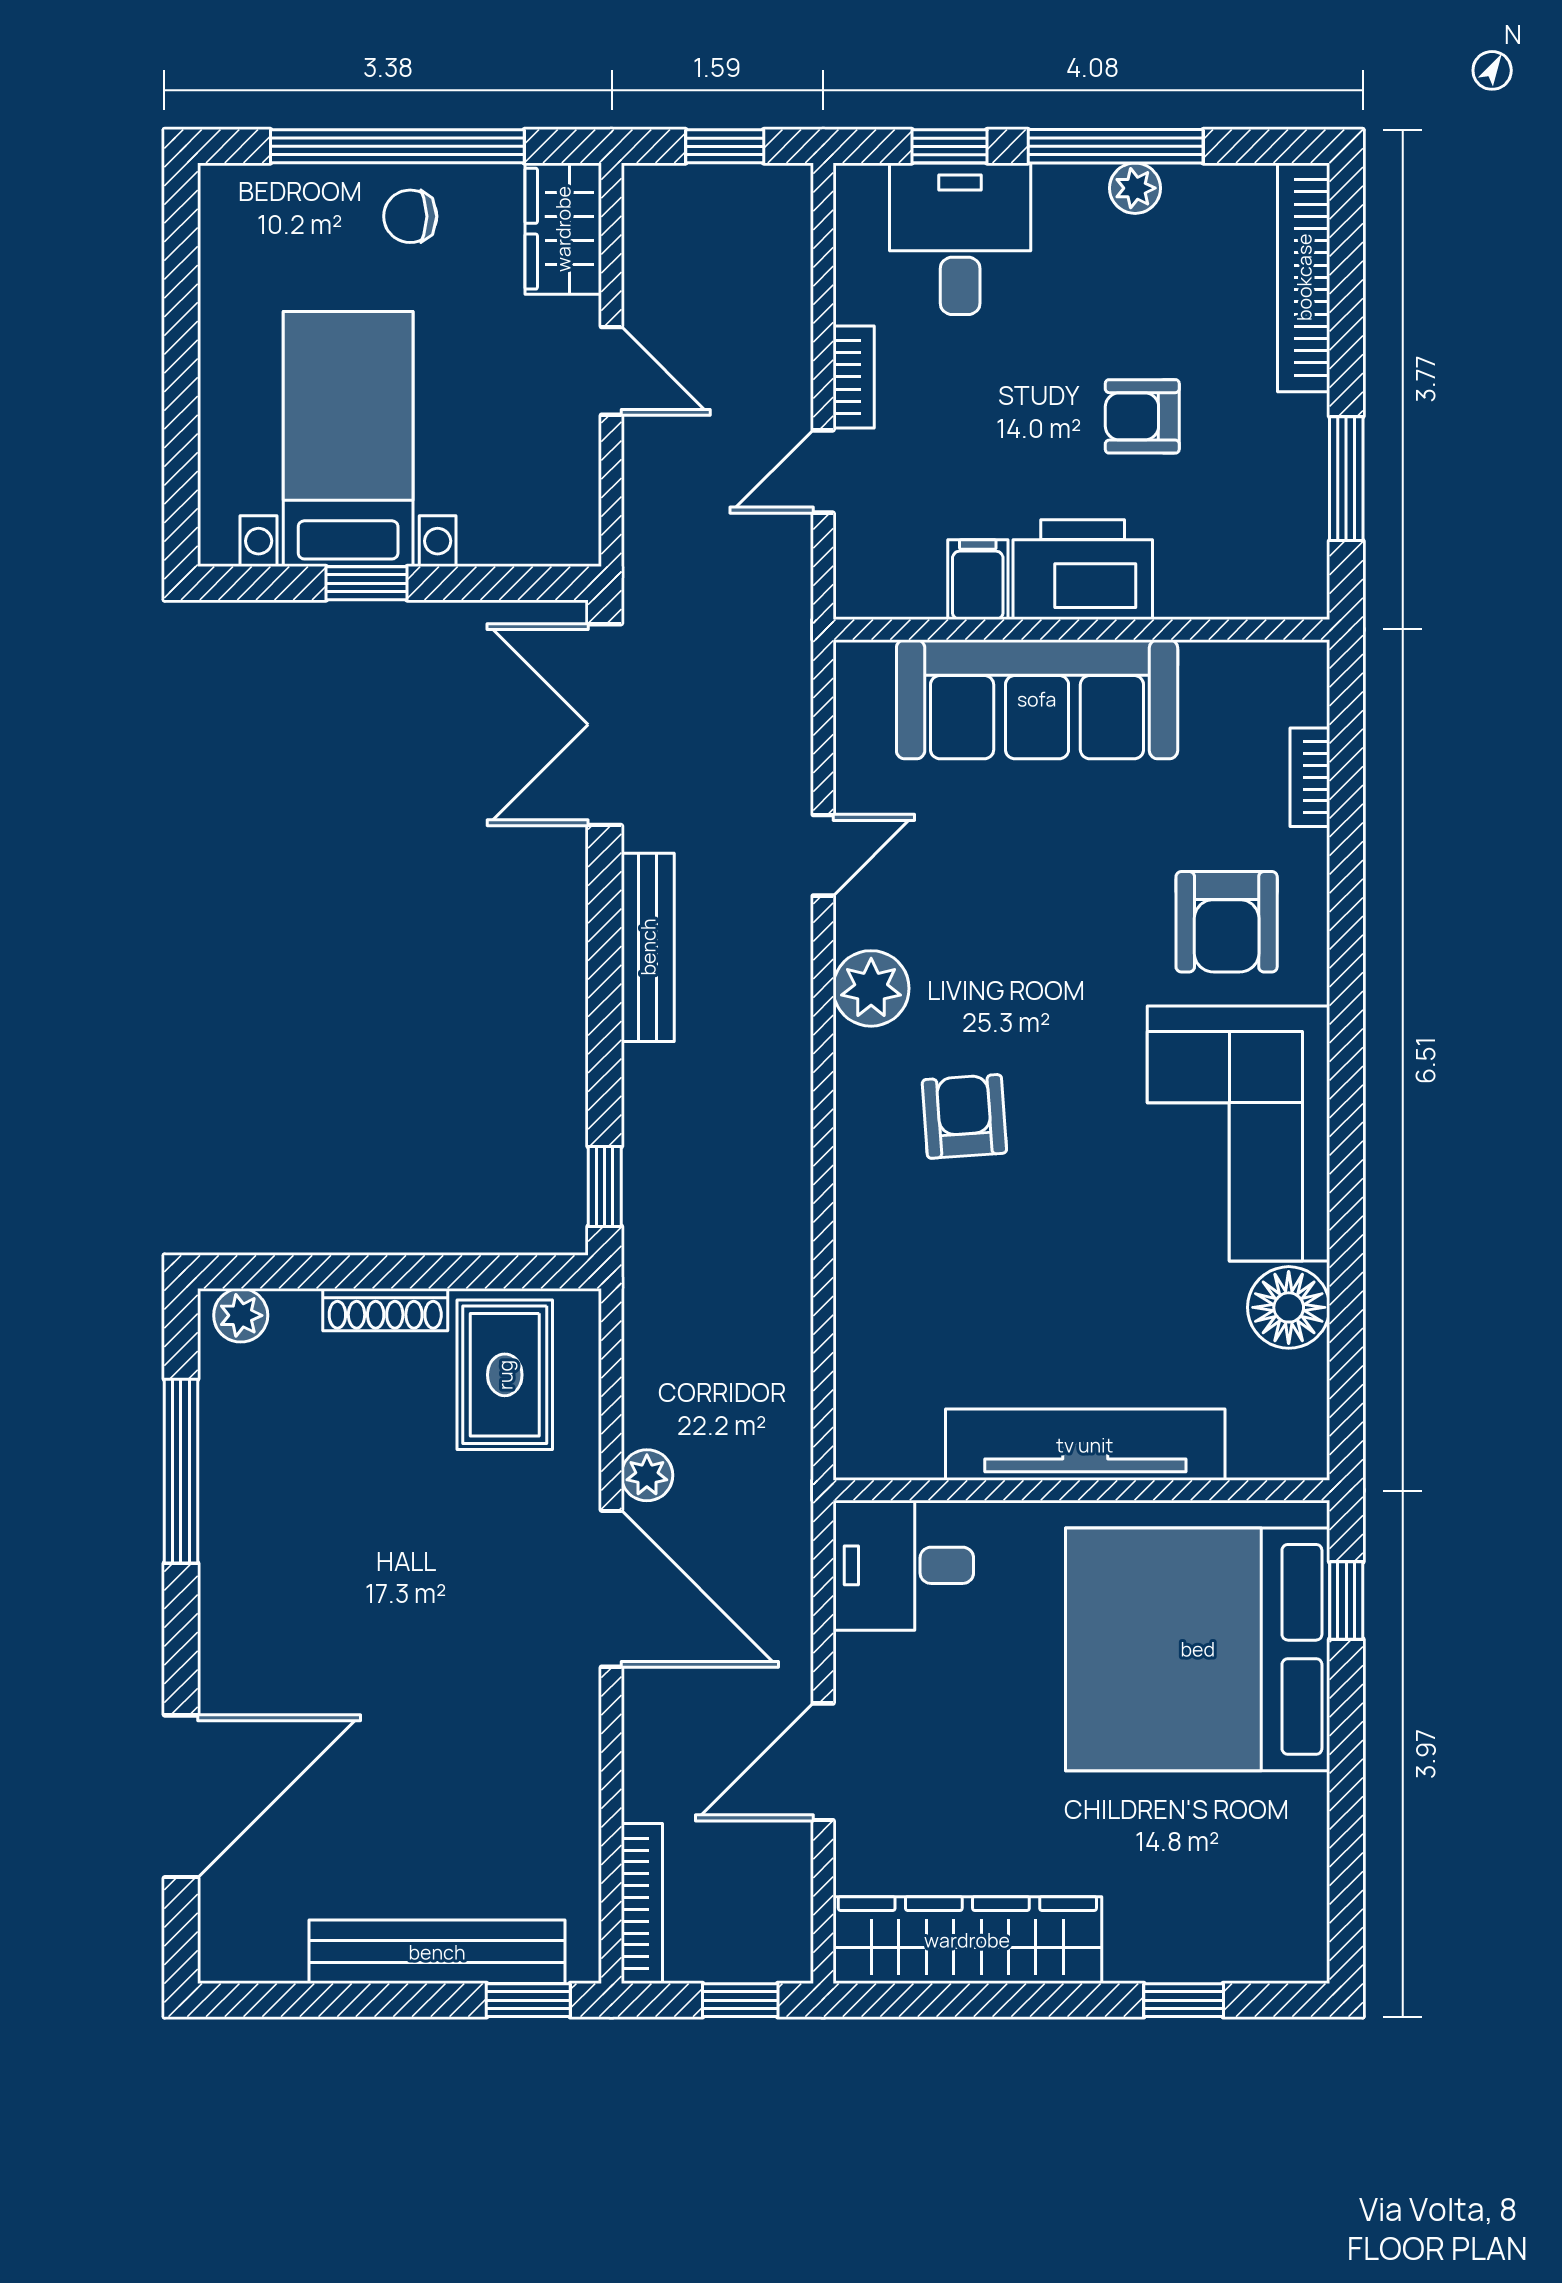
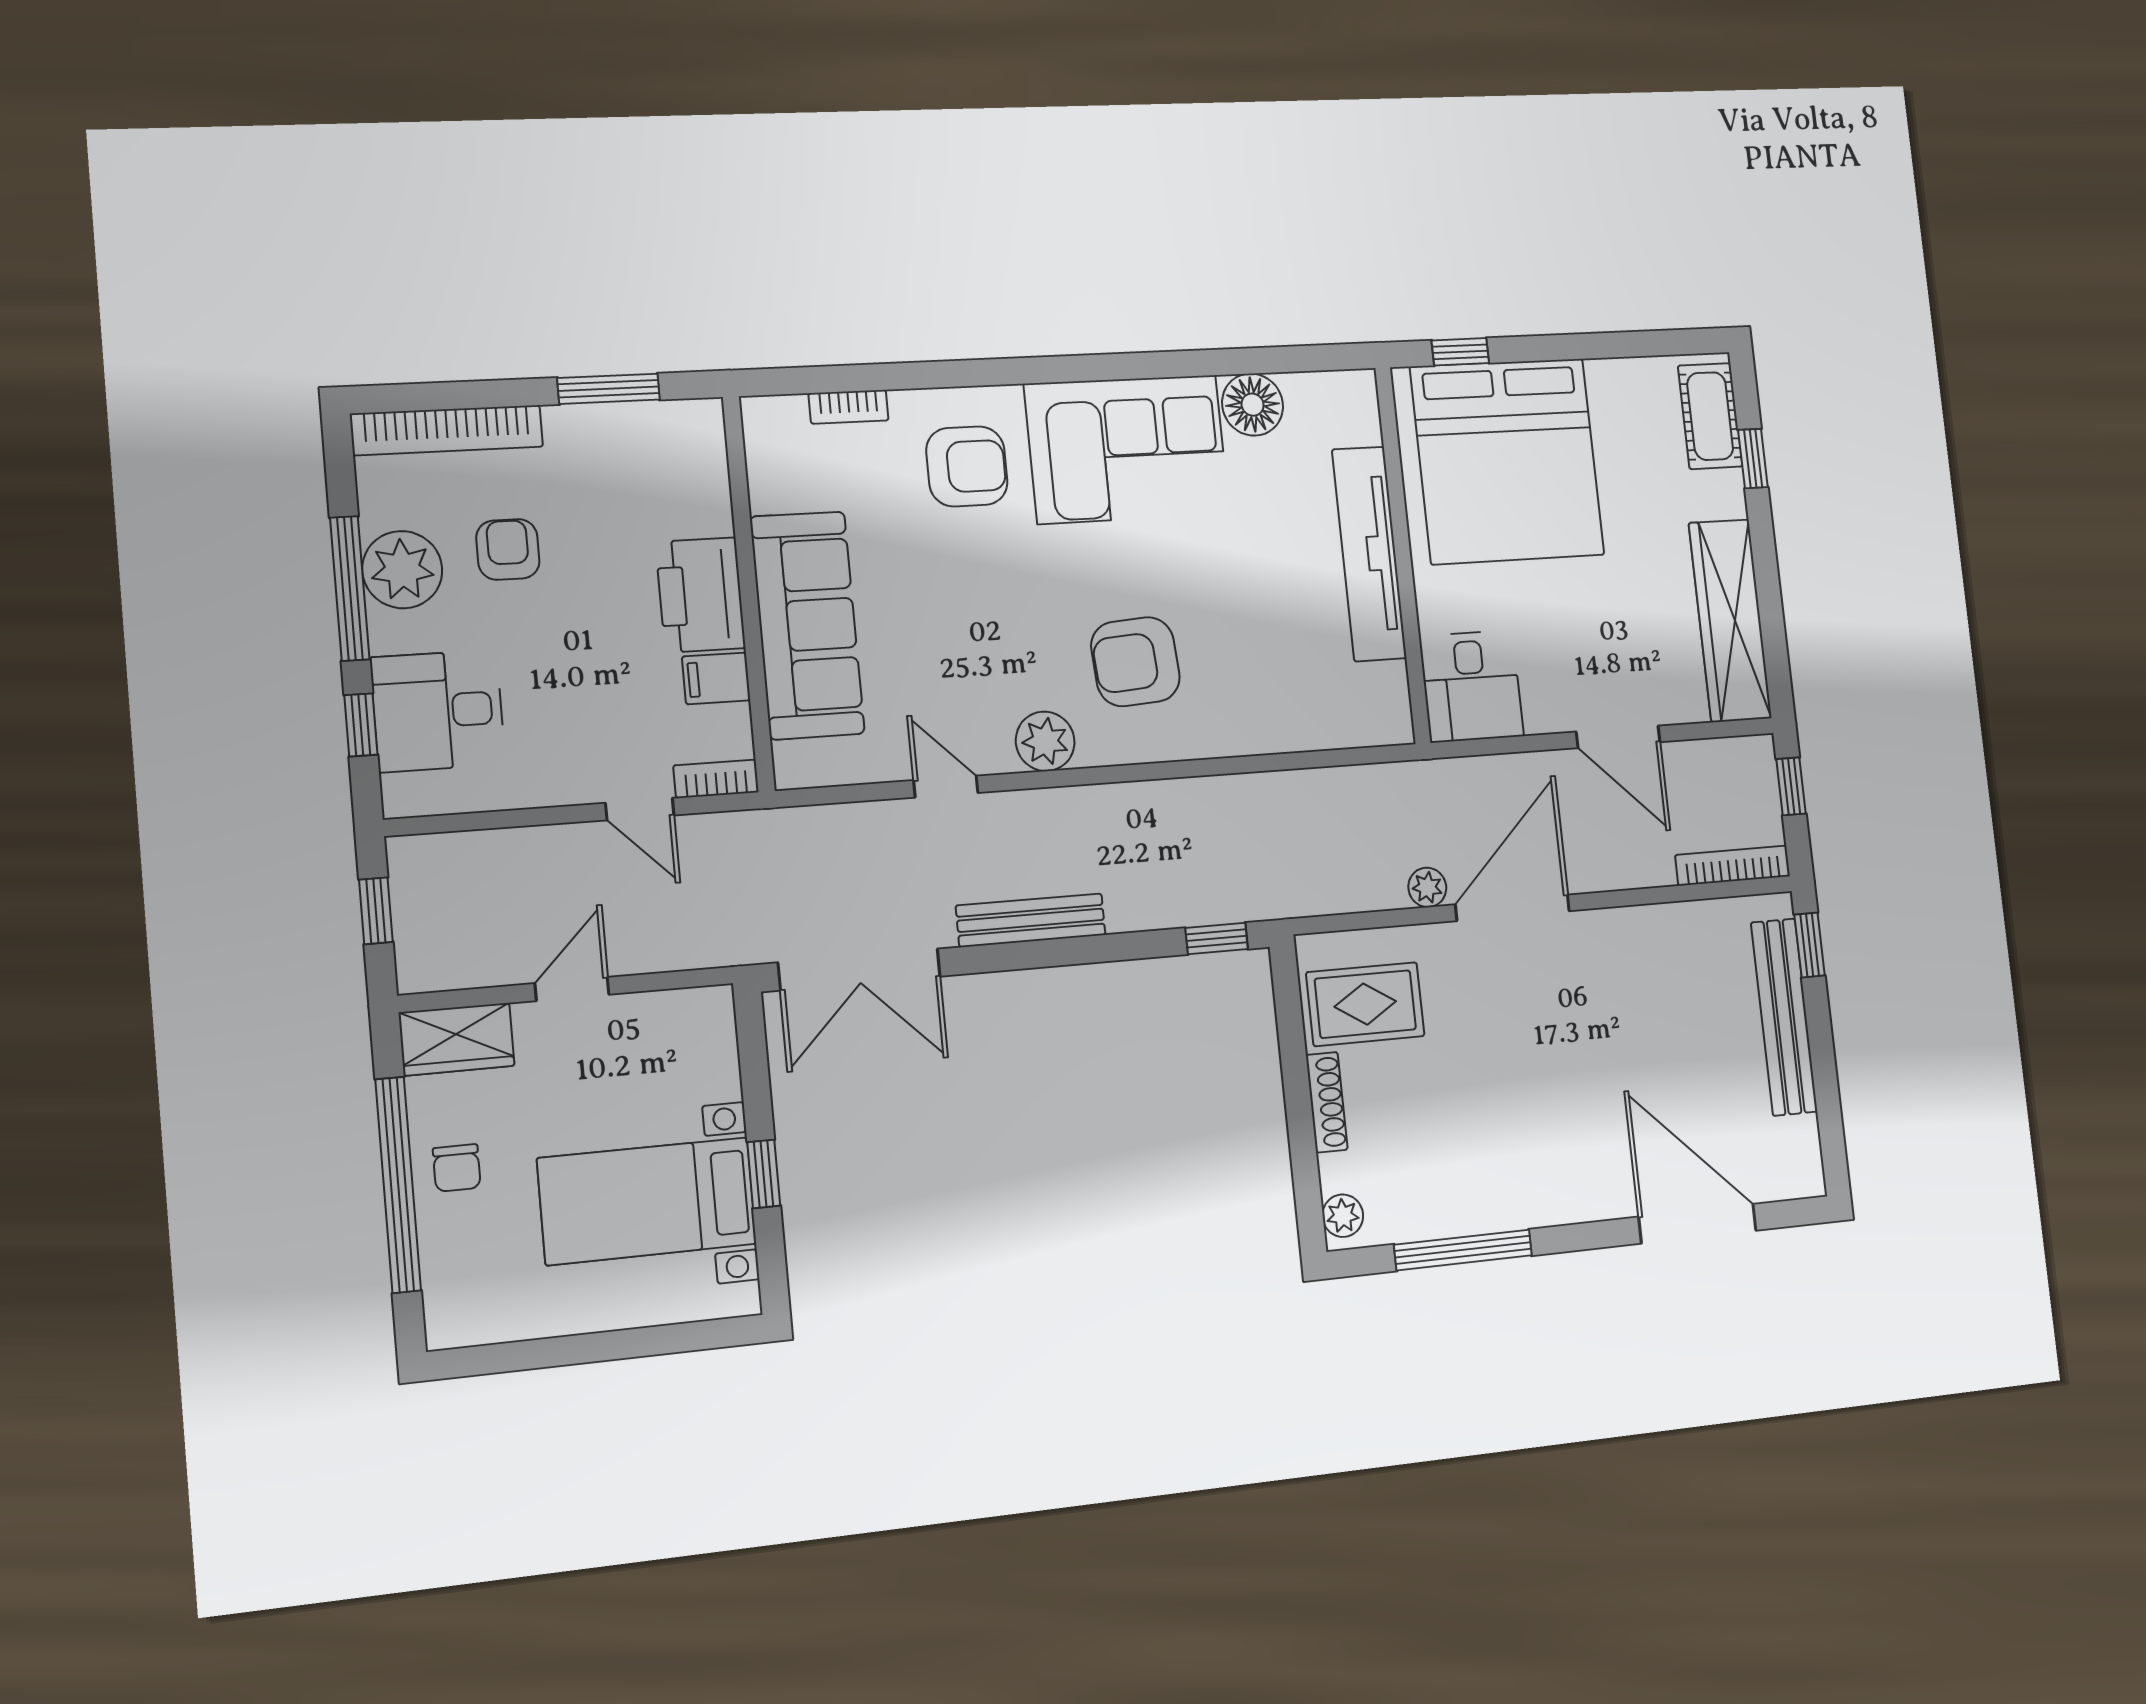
plant: (1135, 188) -> (402, 570), width x1.88, depth x1.88
bookcase: (854, 377) -> (716, 779), moved
armchair: (1142, 416) -> (508, 550), moved, turned 180
armchair: (964, 1116) -> (1135, 662), width x1.38, depth x1.38
cot: (1244, 1945) -> (1710, 416), added

